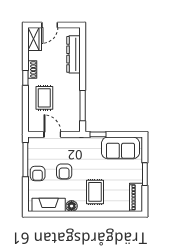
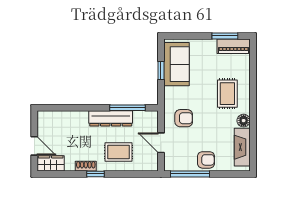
dresser: (73, 54) -> (111, 118), moved
door: (52, 134) -> (161, 143), hinge flipped
window: (98, 134) -> (161, 70), moved
armchair: (64, 172) -> (184, 118), moved
window: (145, 174) -> (225, 36), moved
rug: (95, 192) -> (227, 94), turned 90

